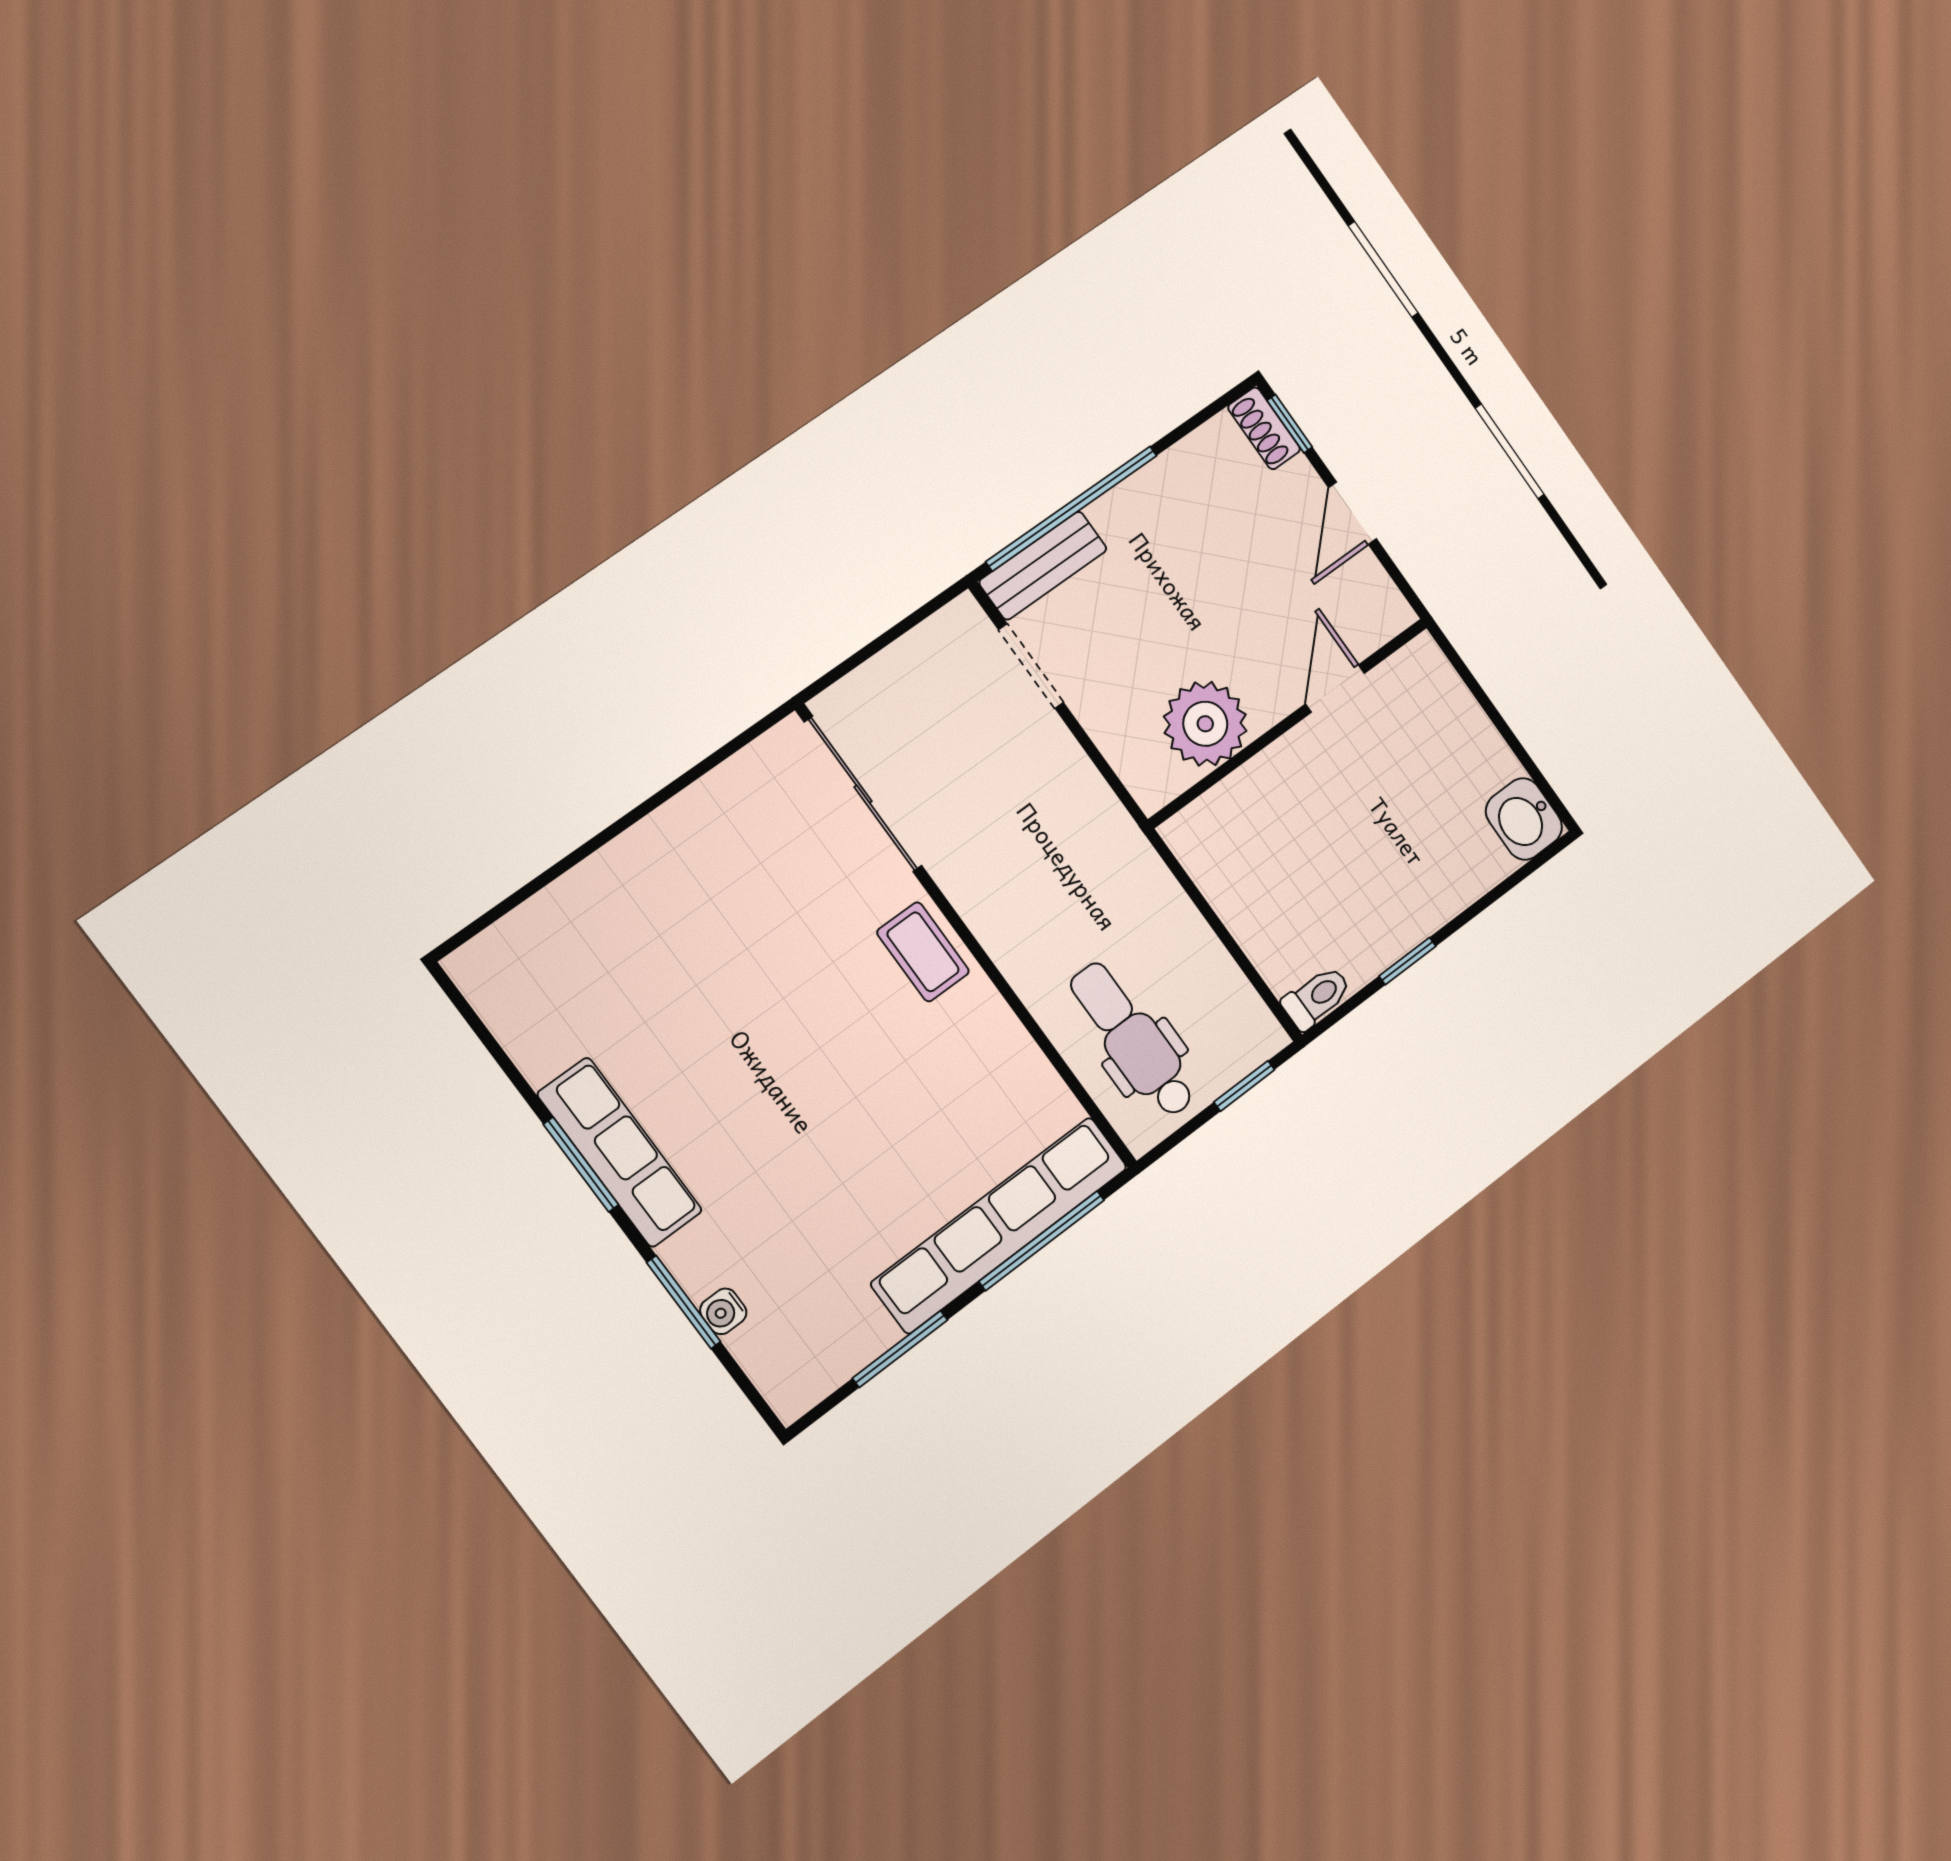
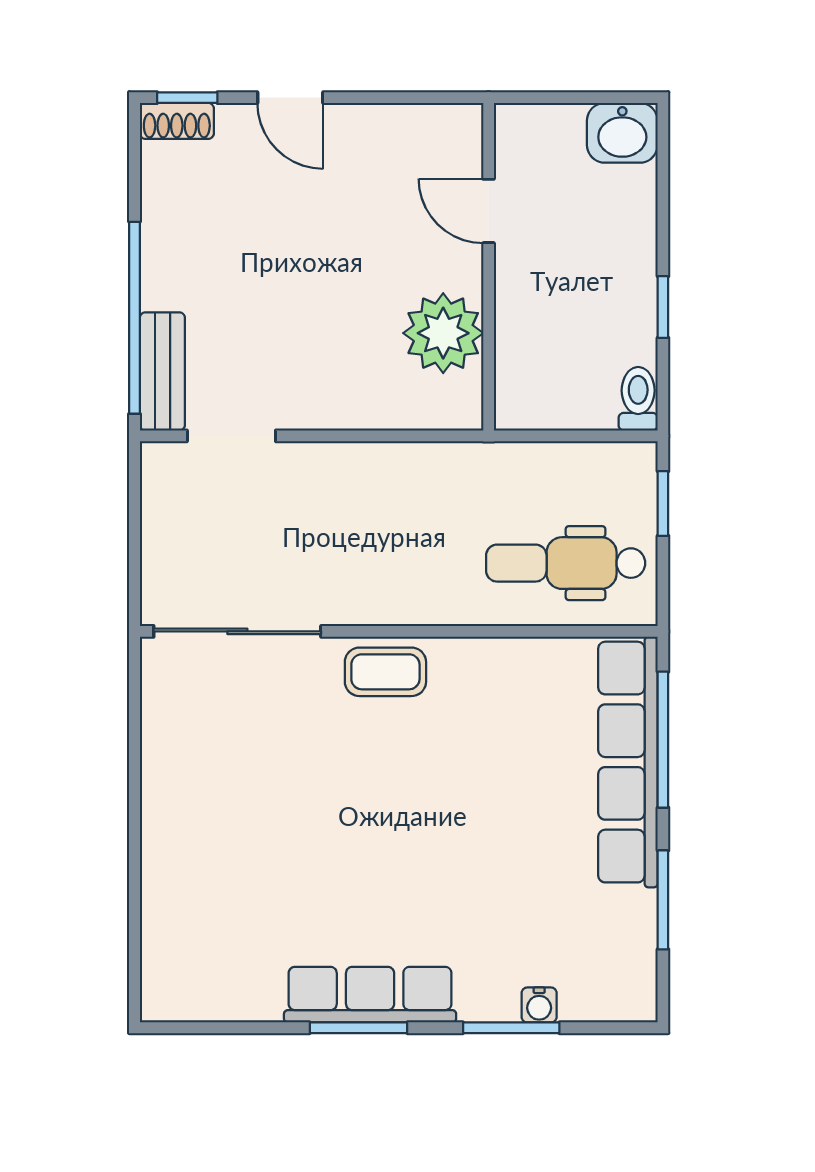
door: (1335, 689) -> (489, 211), moved
wall: (1289, 722) -> (489, 267), moved
plant: (1205, 724) -> (443, 333), moved

